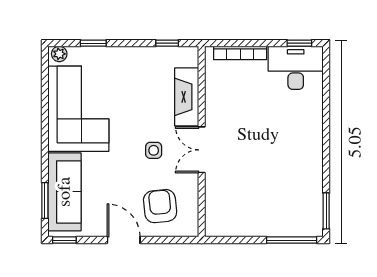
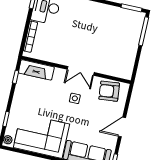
fireplace: (187, 97) -> (36, 70), moved
armchair: (160, 206) -> (109, 91), moved

